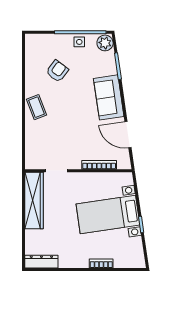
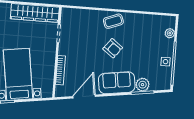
plant: (45, 39) -> (170, 33), added
plant: (105, 43) -> (143, 85), moved
armchair: (57, 71) -> (113, 48), moved

